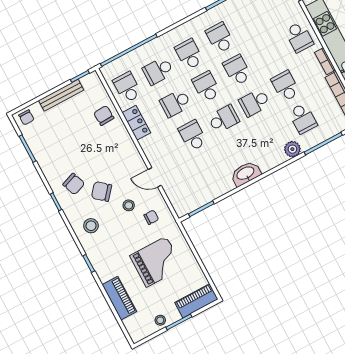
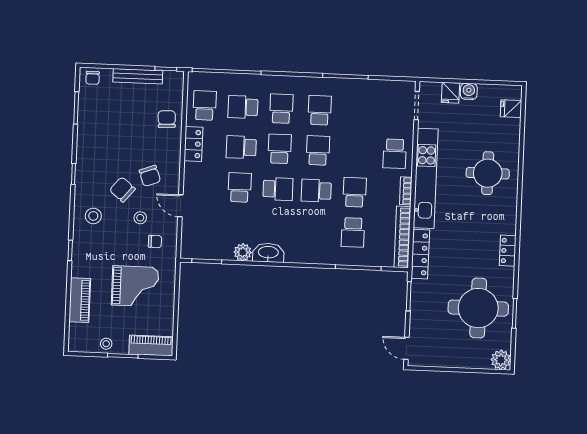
plant: (292, 149) -> (243, 252), moved
chair: (74, 184) -> (150, 176), moved

